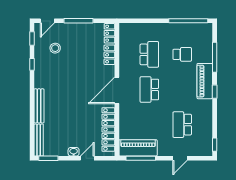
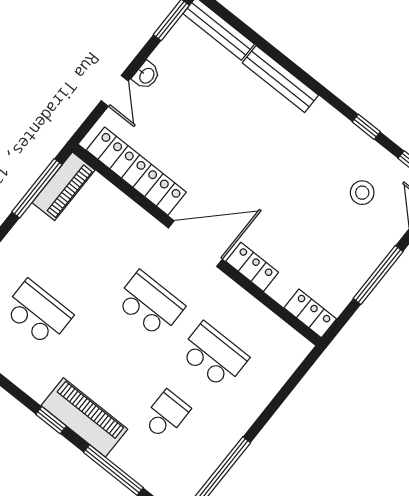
school desk: (149, 54) -> (214, 355), turned 180
school desk: (182, 54) -> (166, 415), turned 180
locker: (109, 55) -> (252, 267), moved
door: (117, 90) -> (195, 244), hinge flipped
piano: (138, 148) -> (63, 186), width x0.73, depth x0.75

